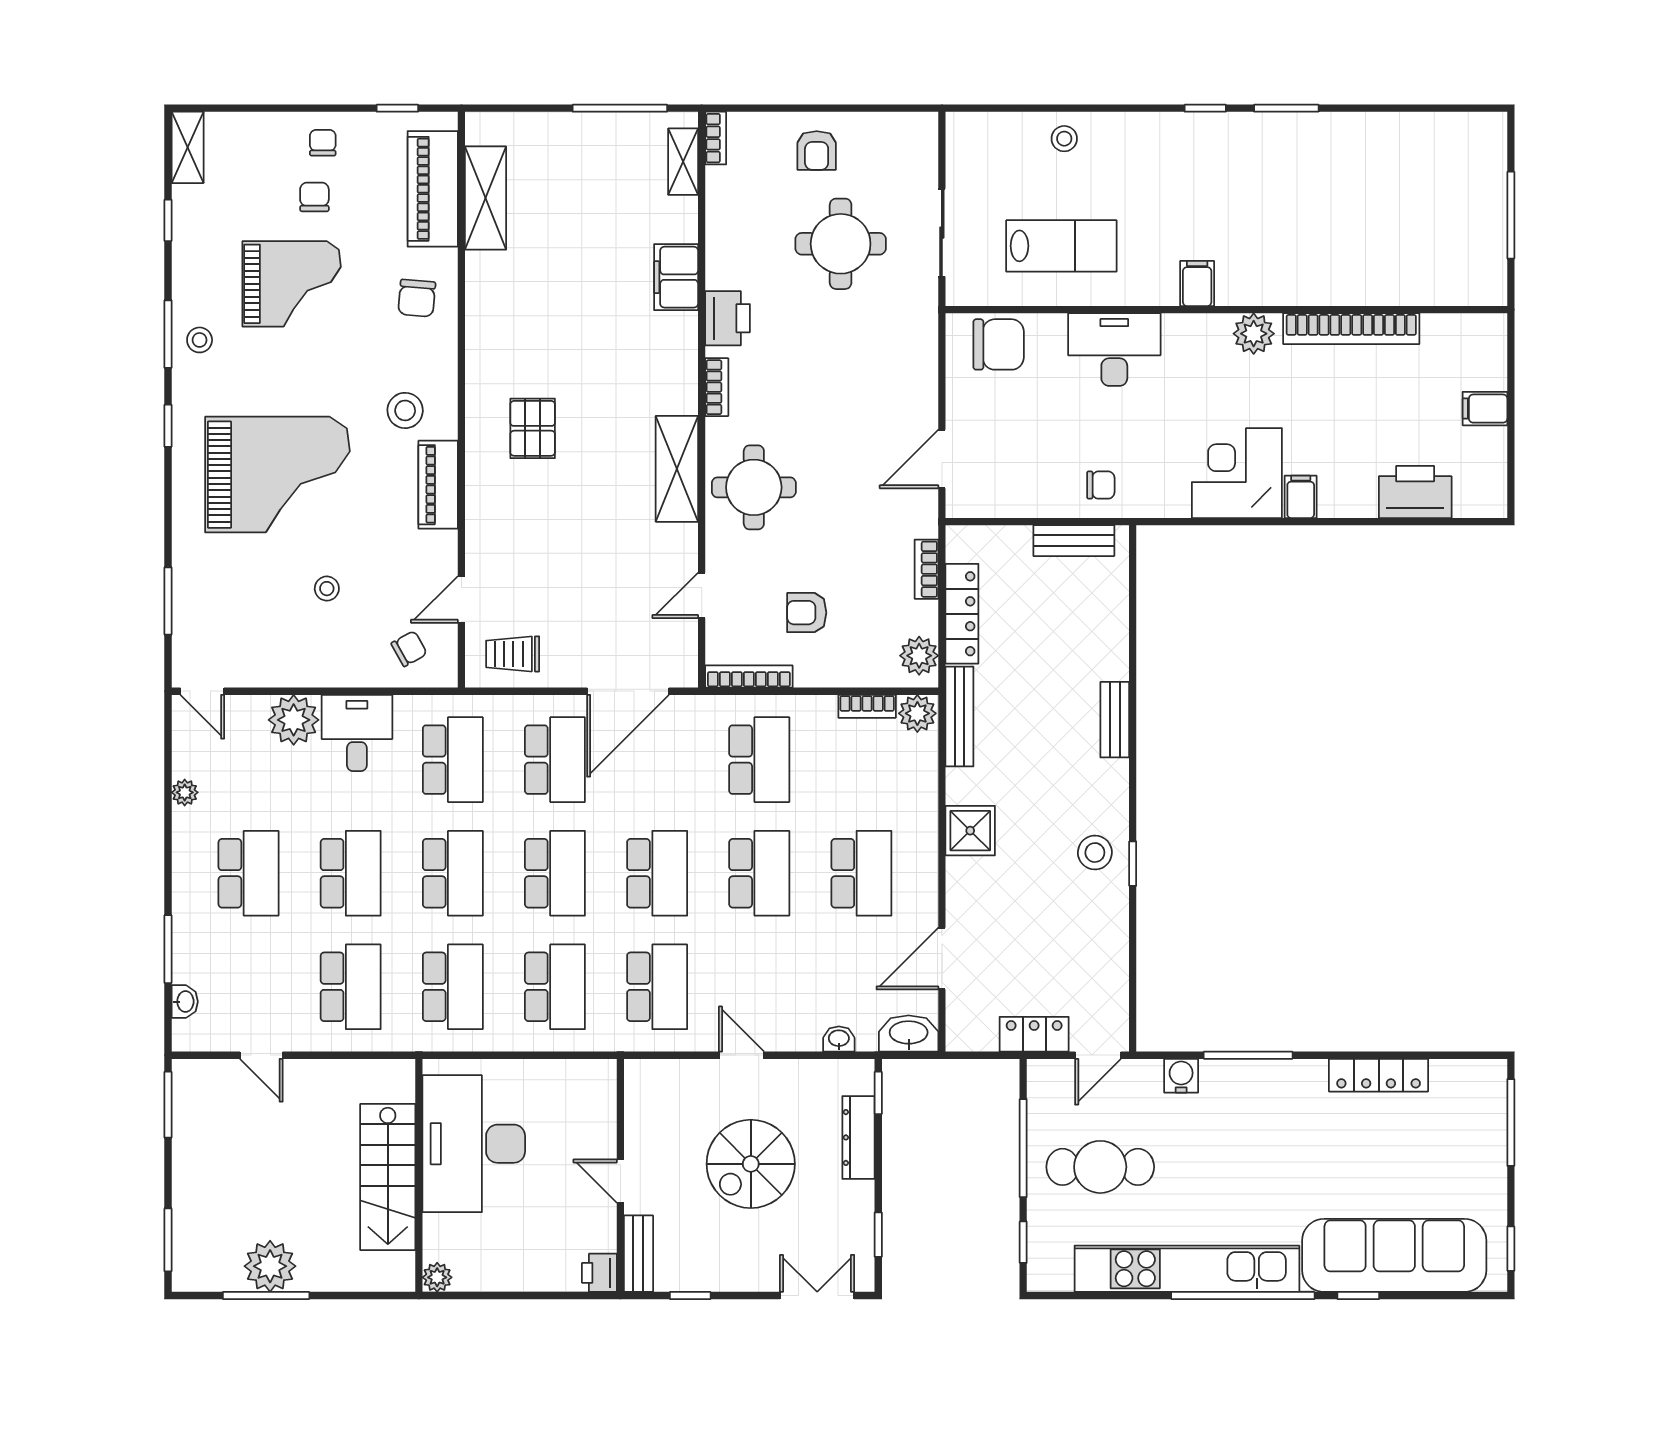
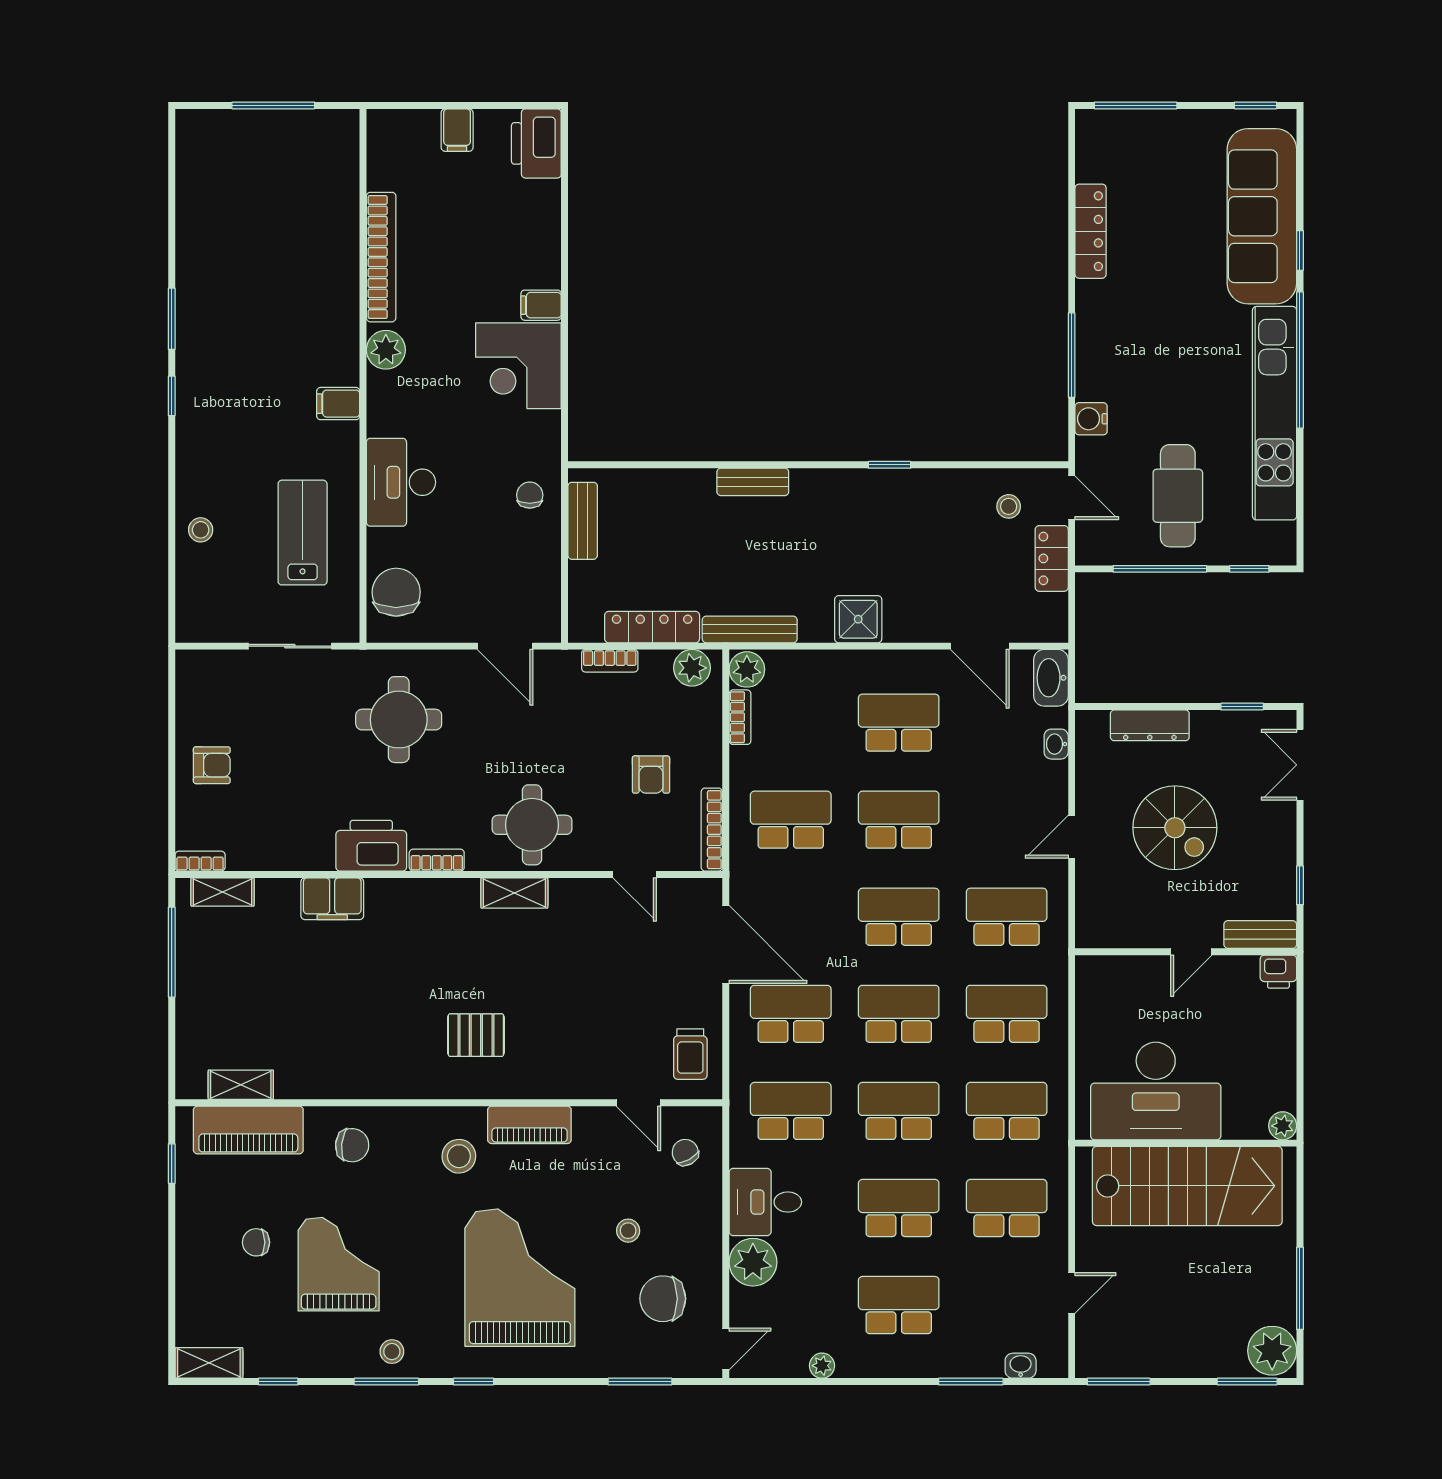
chair: (323, 143) -> (663, 1299), moved, width x1.87, depth x1.87
shelving: (485, 198) -> (241, 1085), width x0.67, depth x0.75
round table: (841, 244) -> (399, 720), moved
printer: (728, 318) -> (371, 846), width x1.37, depth x1.19
shelving: (677, 469) -> (514, 893), width x0.67, depth x0.75
printer: (1415, 492) -> (536, 143), moved
stool: (1095, 853) -> (1009, 506), moved, width x0.73, depth x0.73
window: (878, 1093) -> (1107, 707), removed
stairs: (388, 1177) -> (1187, 1186), width x1.36, depth x1.51
plant: (270, 1266) -> (1272, 1351), moved

